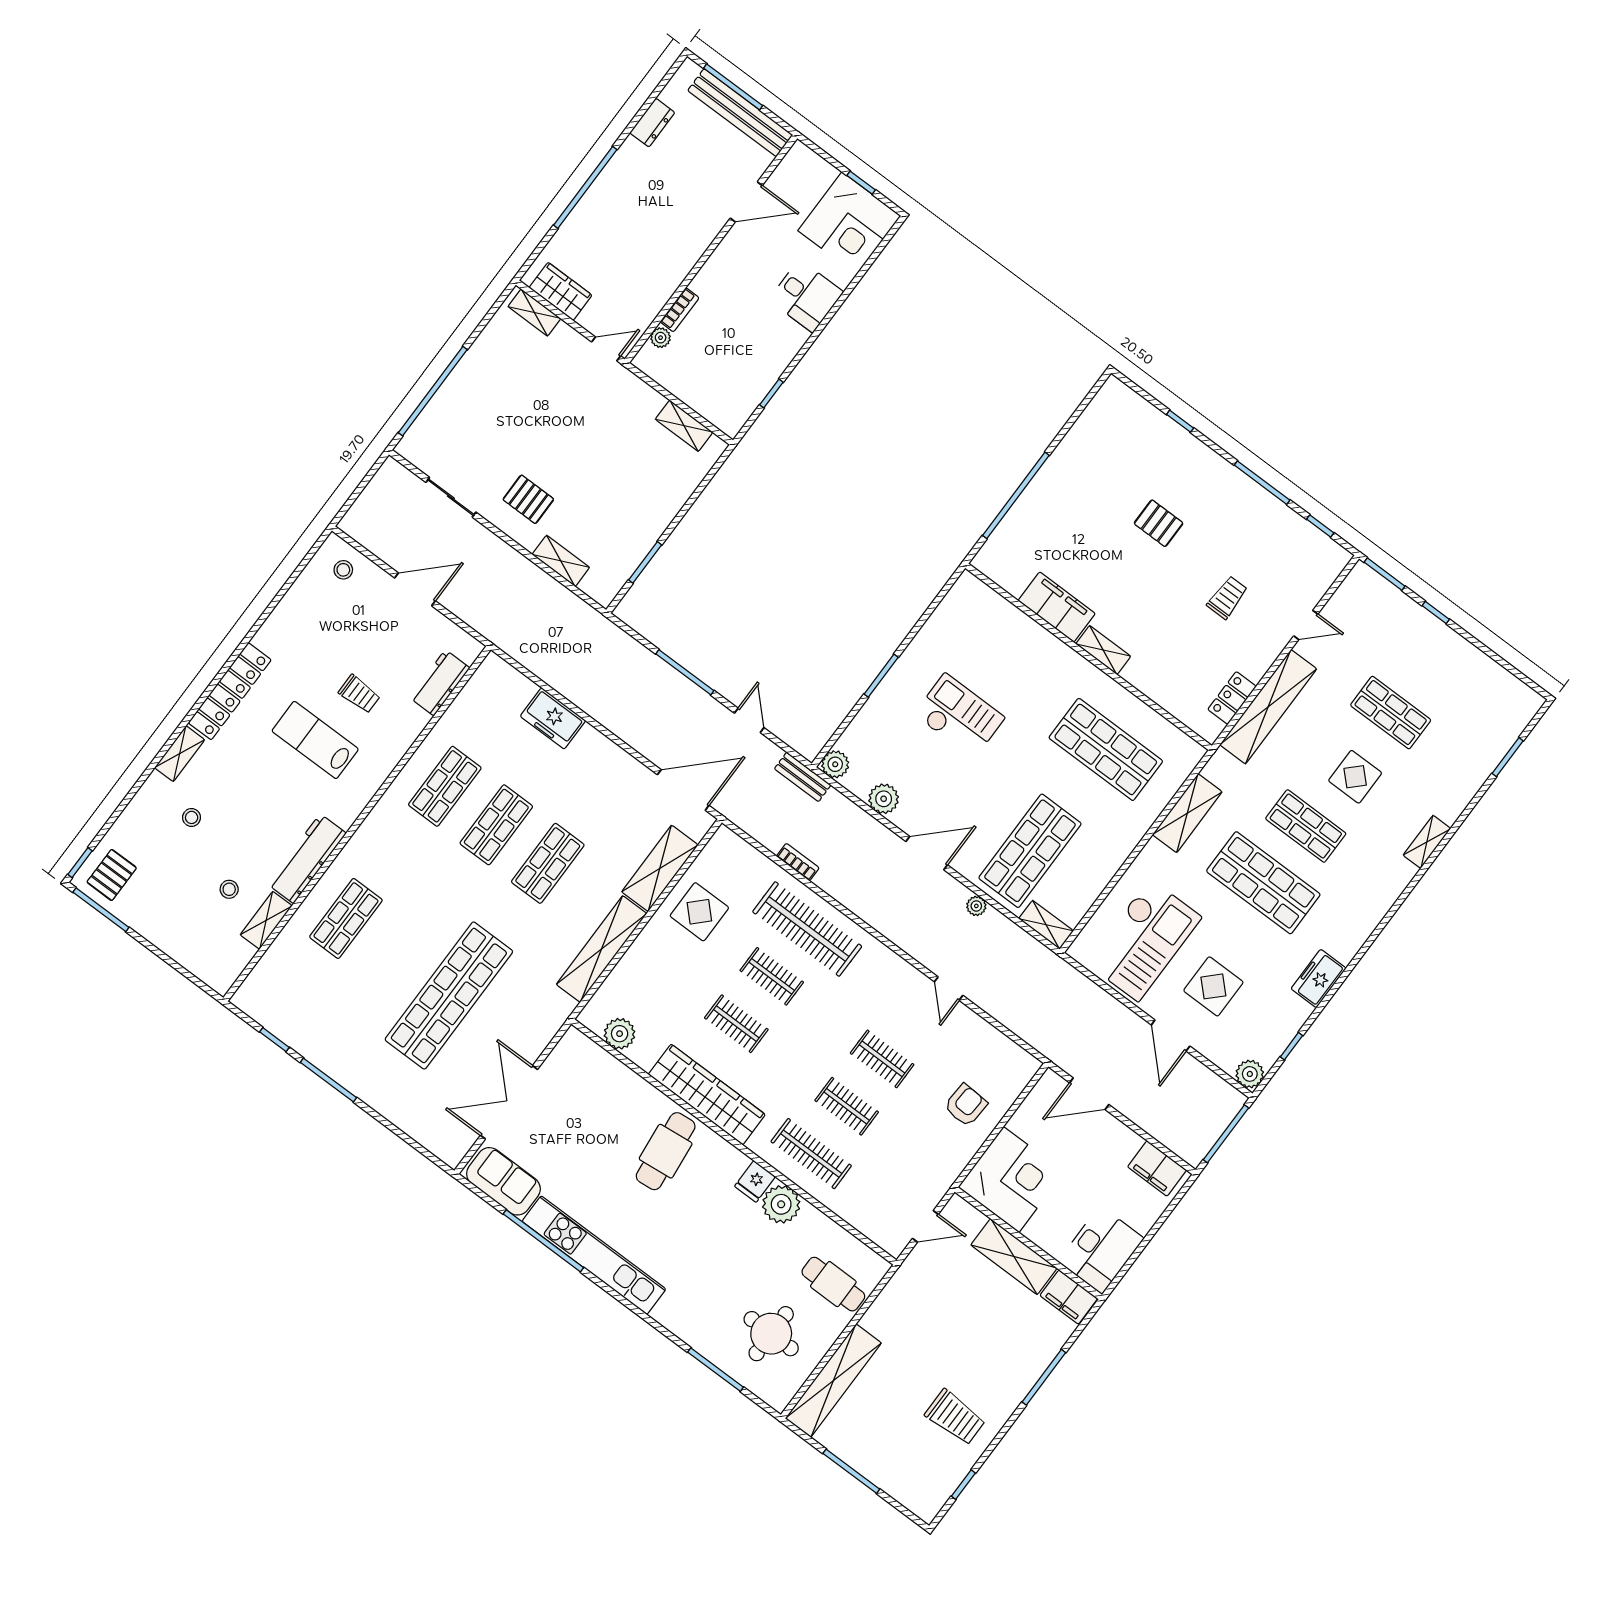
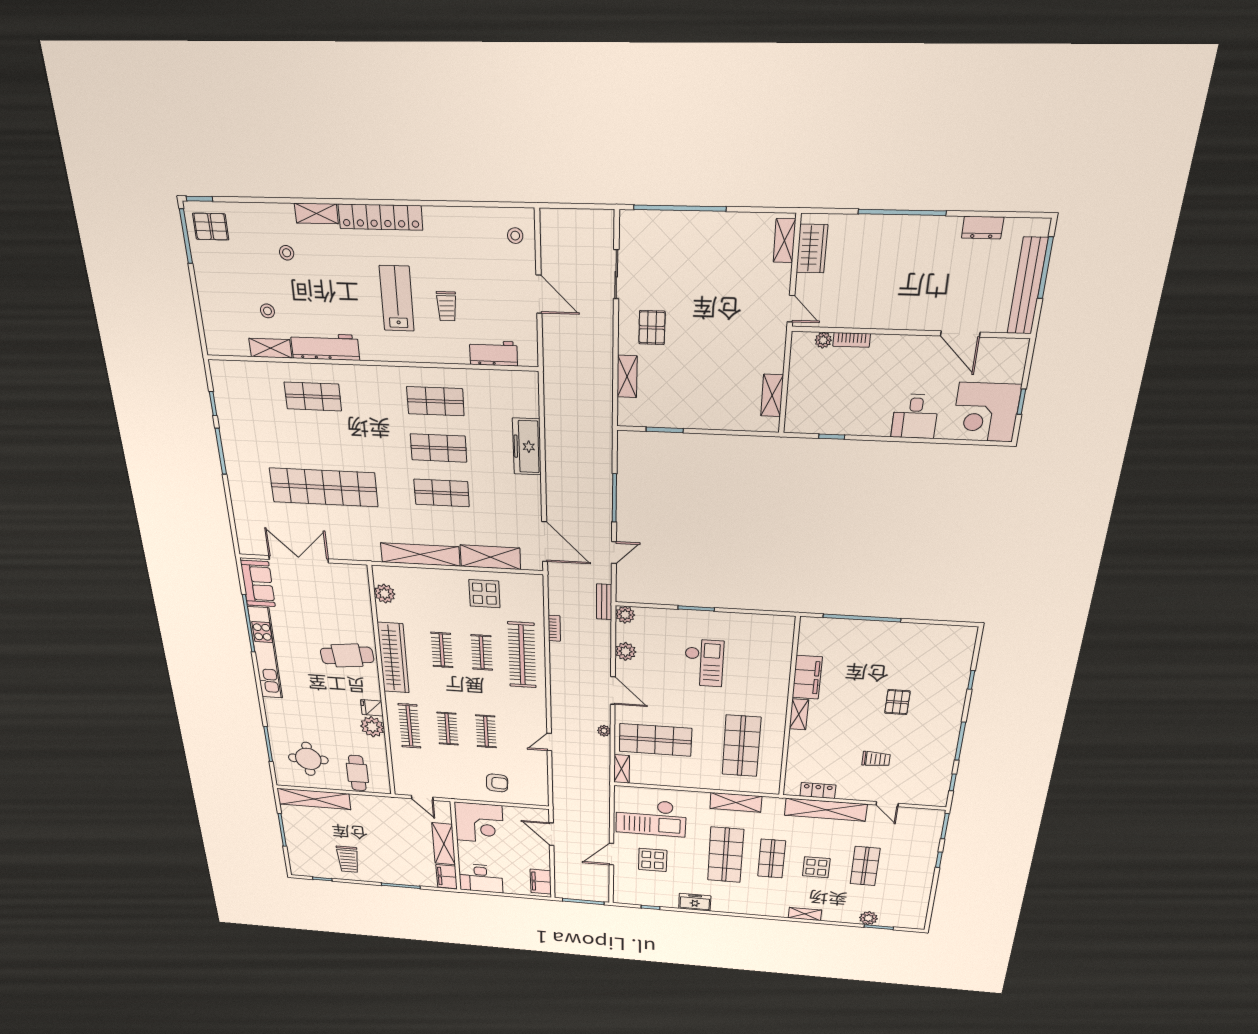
freezer: (553, 718) -> (527, 447), width x1.40
plant: (1250, 1074) -> (868, 918), moved

